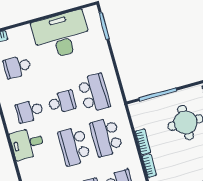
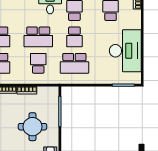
school desk: (106, 137) -> (38, 63), width x0.54
school desk: (74, 146) -> (38, 37), turned 180

